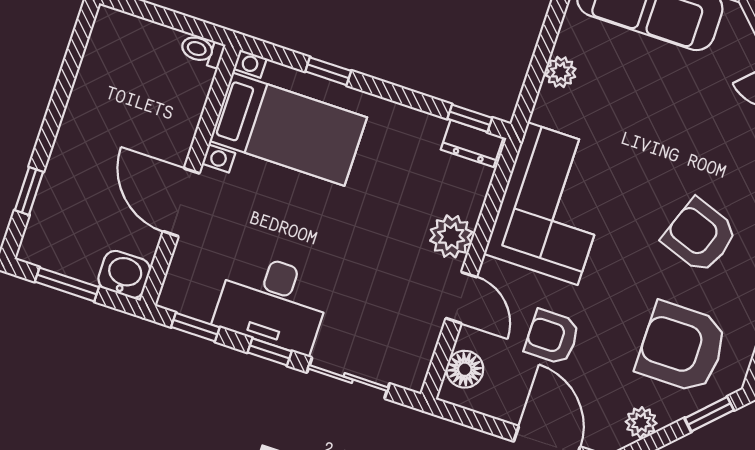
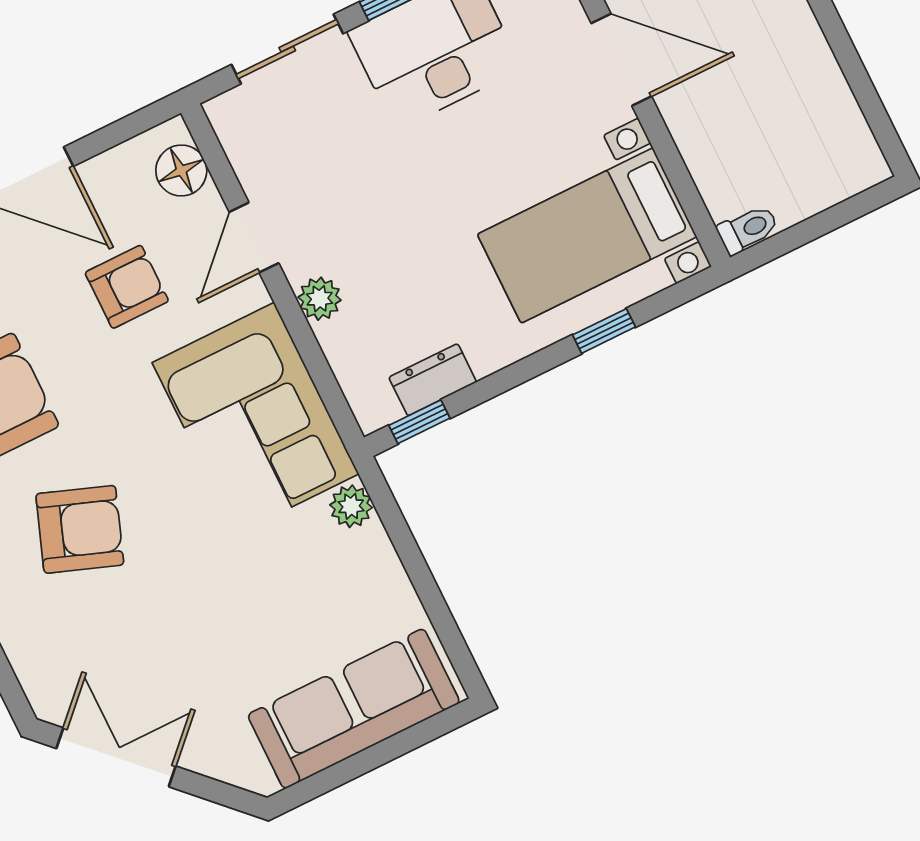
plant: (561, 72) -> (351, 506), moved
dresser: (472, 143) -> (433, 380), moved
plant: (451, 236) -> (320, 299), width x0.73, depth x0.73
door: (461, 298) -> (254, 237), hinge flipped

